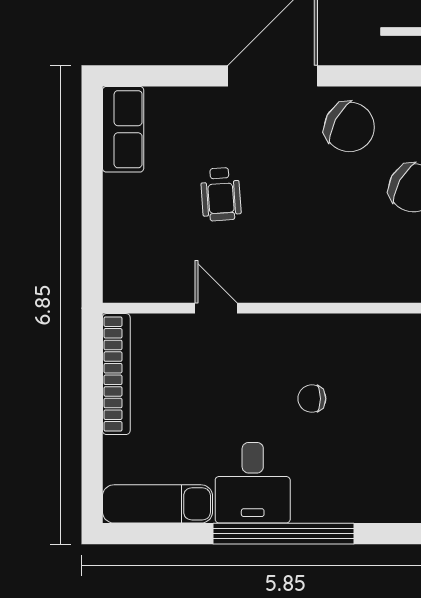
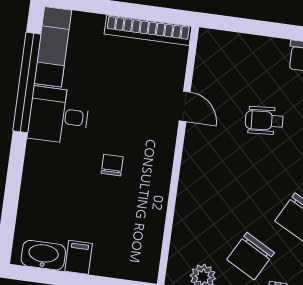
door: (216, 308) -> (185, 106), hinge flipped
window: (284, 534) -> (27, 82), moved

